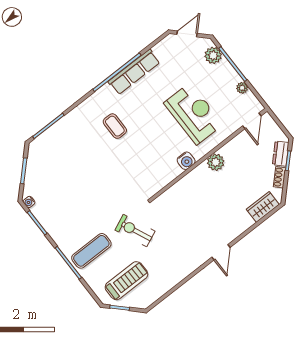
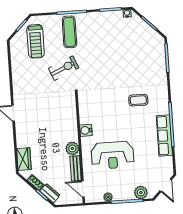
bench: (235, 144) -> (76, 168), added

